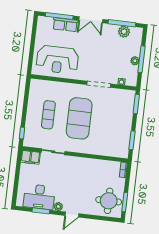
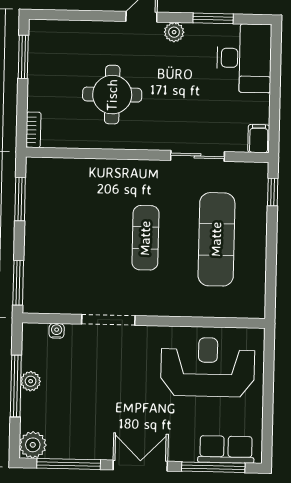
row of seats: (65, 25) -> (226, 449), moved
plant: (124, 32) -> (33, 445), moved
exercise mat: (48, 115) -> (216, 239), width x1.36, depth x1.45
exercise mat: (79, 118) -> (145, 238), width x0.50, depth x0.69
filing cabinet: (30, 157) -> (259, 139), width x0.50
desk: (39, 197) -> (244, 58), moved, turned 90
round table: (109, 201) -> (112, 95), moved

